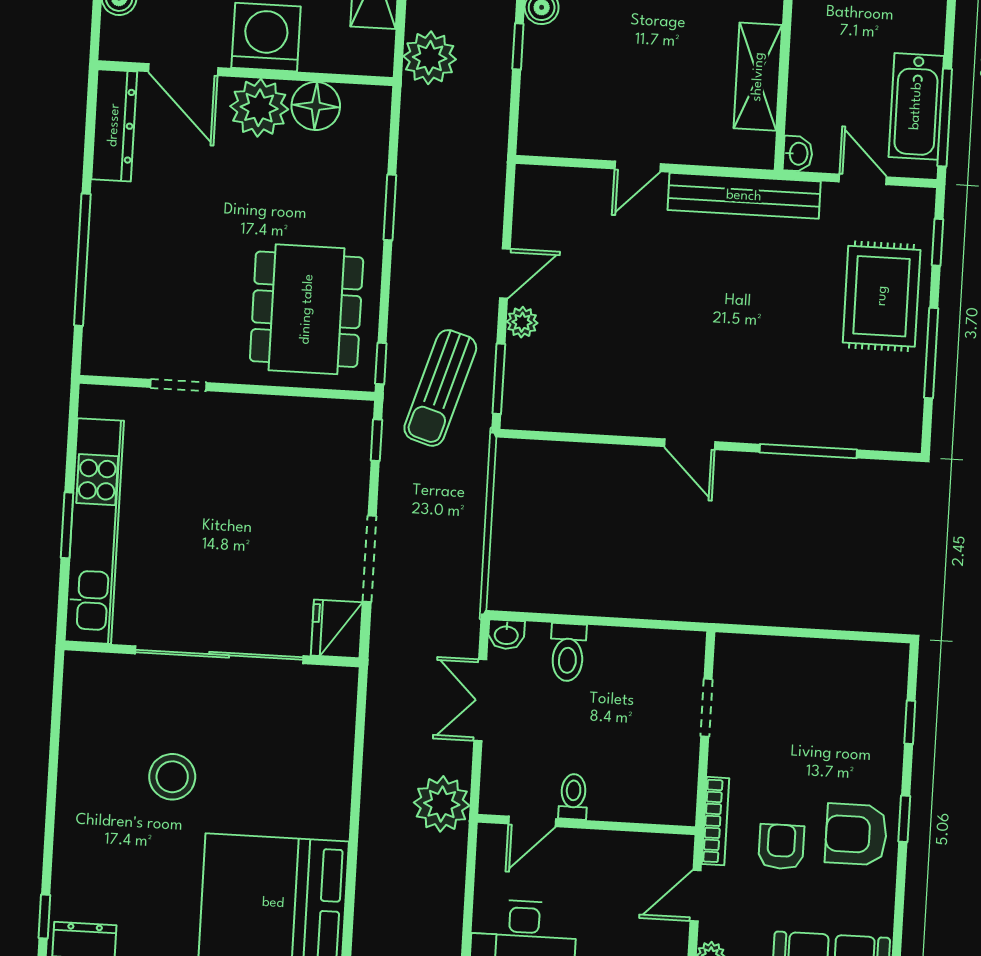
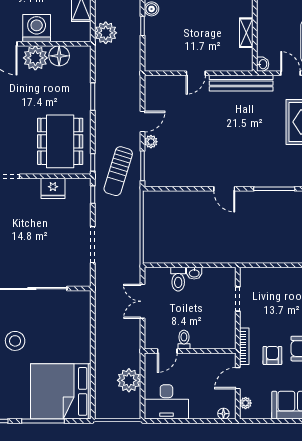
shelving: (758, 77) -> (246, 33), width x0.67, depth x0.75
fridge: (337, 629) -> (53, 188), moved, turned -90
washbasin: (506, 634) -> (194, 273), moved
plant: (442, 804) -> (129, 380), moved

